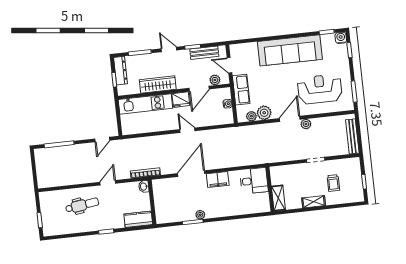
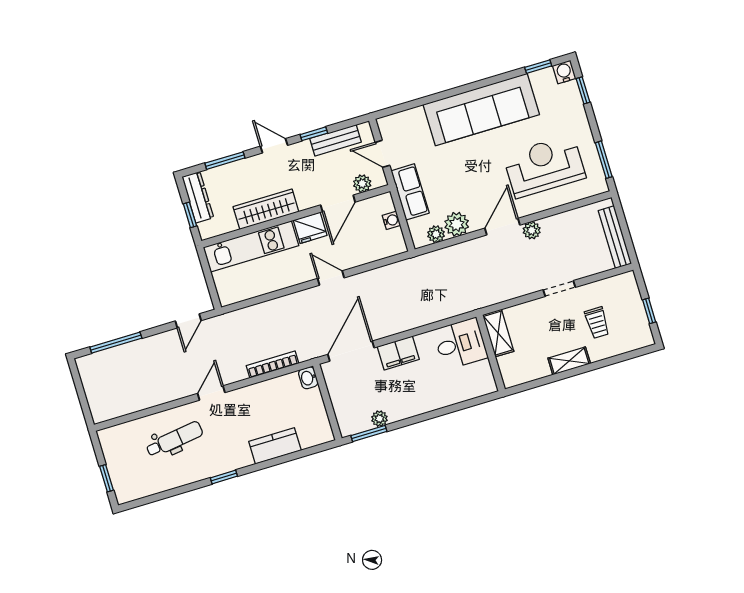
washbasin: (144, 187) -> (308, 378), moved
shelving: (278, 198) -> (498, 333), moved
wall: (152, 202) -> (327, 402), moved

